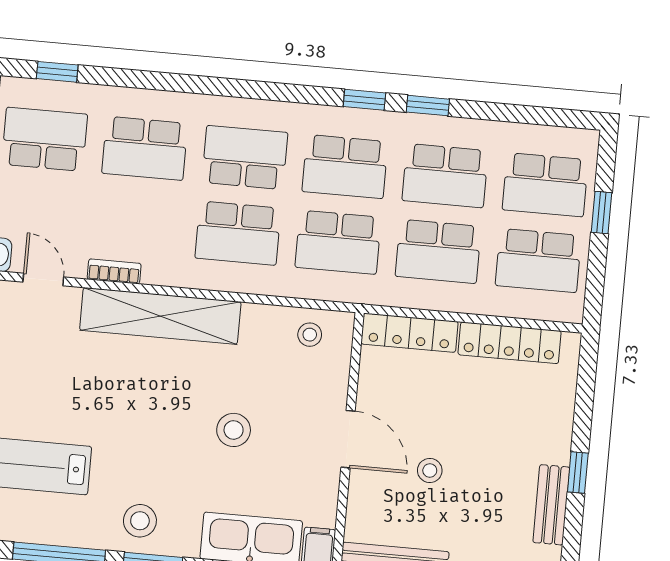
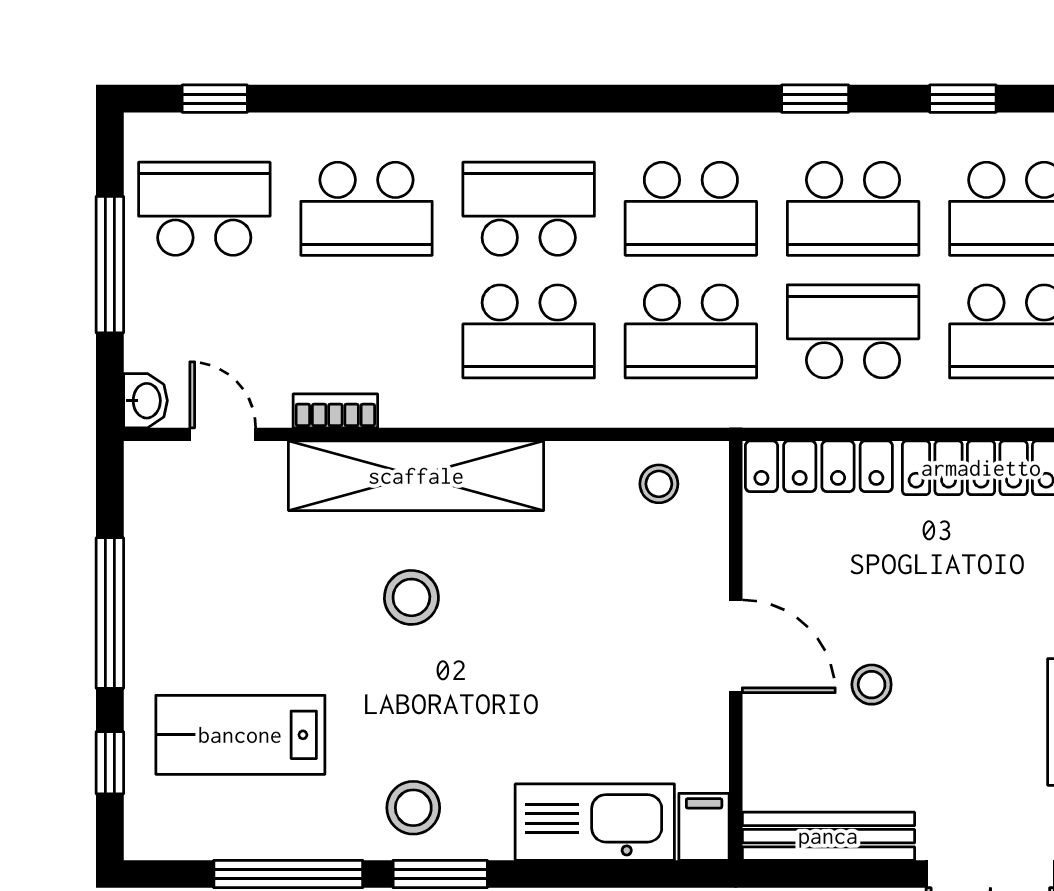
window: (364, 100) -> (963, 99), moved
school desk: (438, 251) -> (853, 331), turned 180
stool: (234, 430) -> (411, 597), moved

